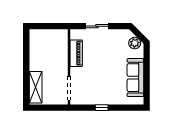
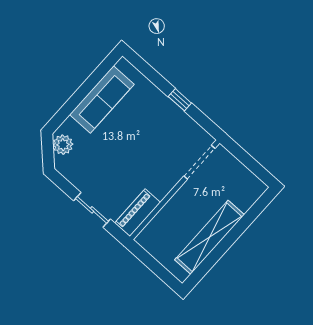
piano: (76, 53) -> (138, 213), moved
shelving: (36, 87) -> (209, 237), moved, width x1.47

